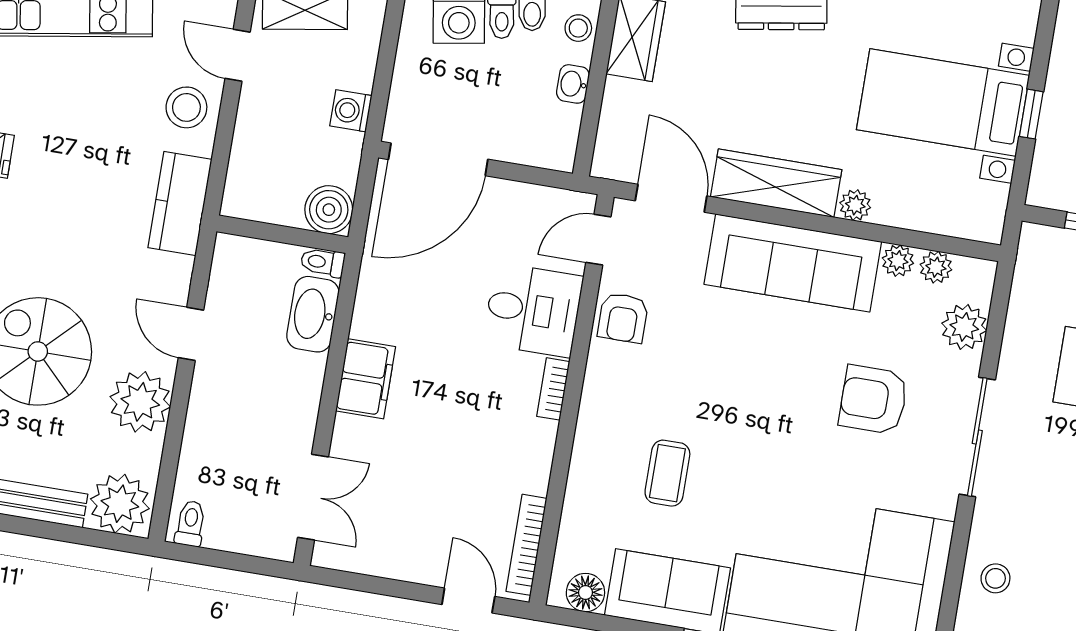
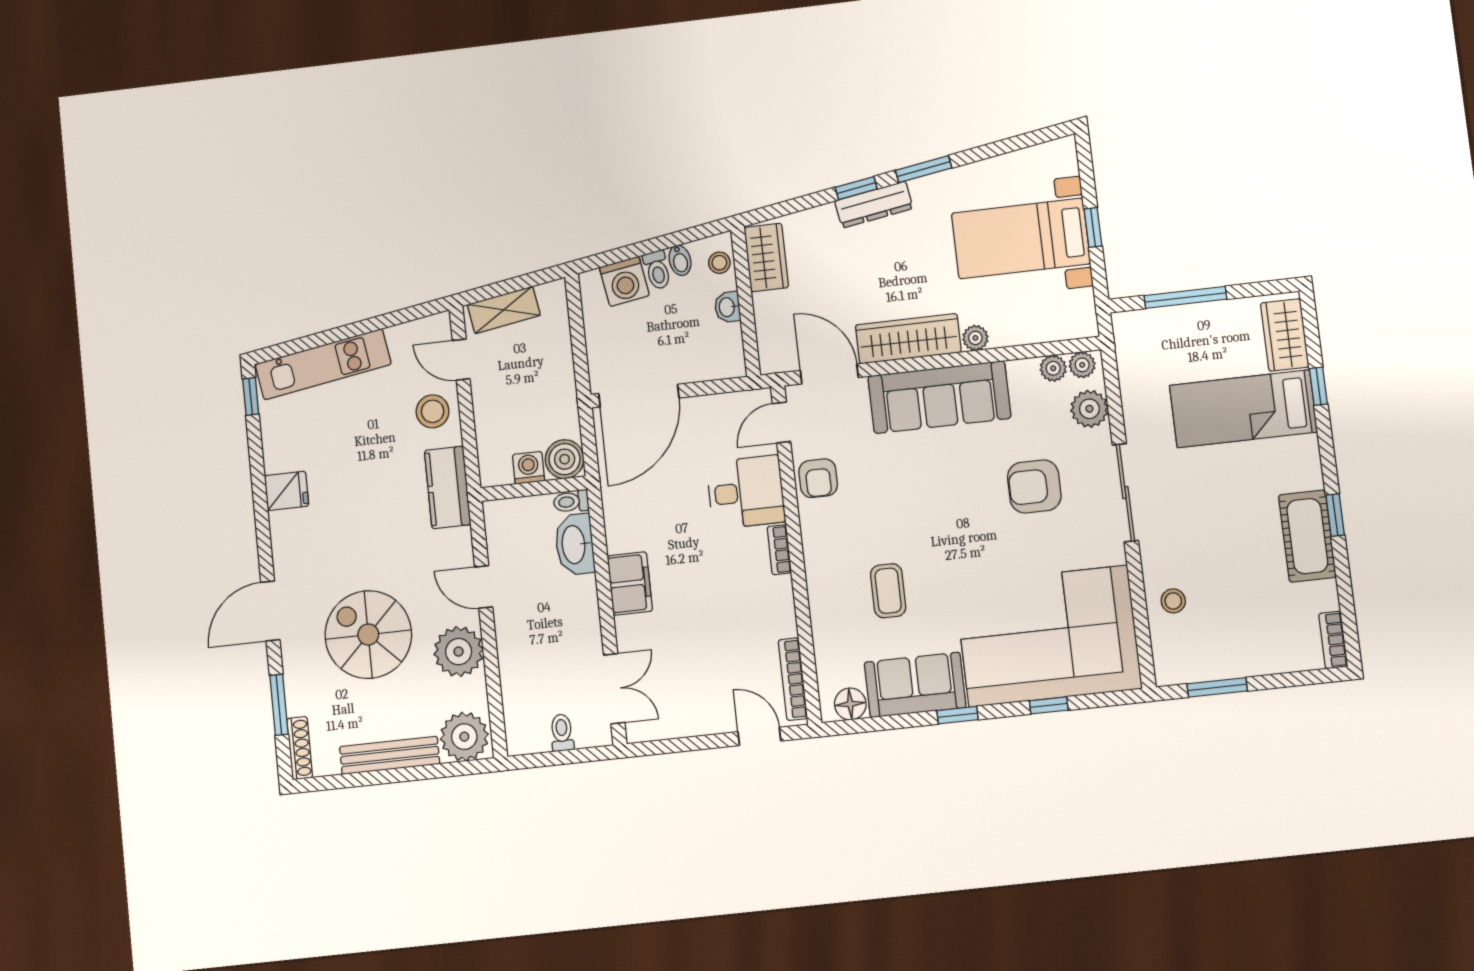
washing machine: (351, 111) -> (528, 468), moved, turned 90
plant: (898, 261) -> (1082, 365), moved
toilet: (190, 523) -> (562, 733), moved

